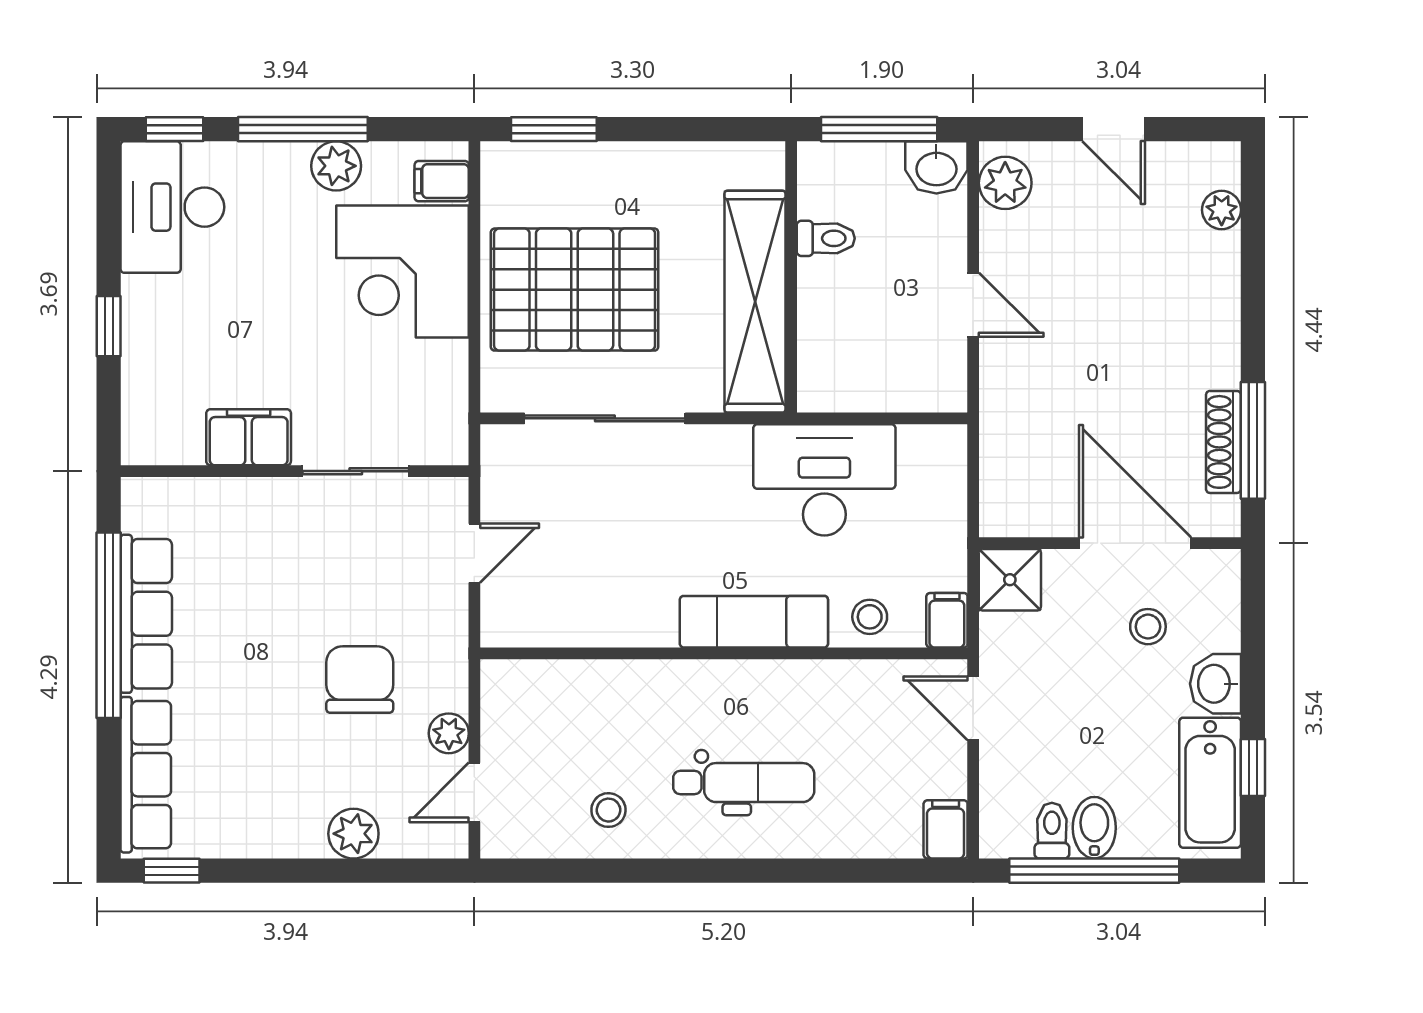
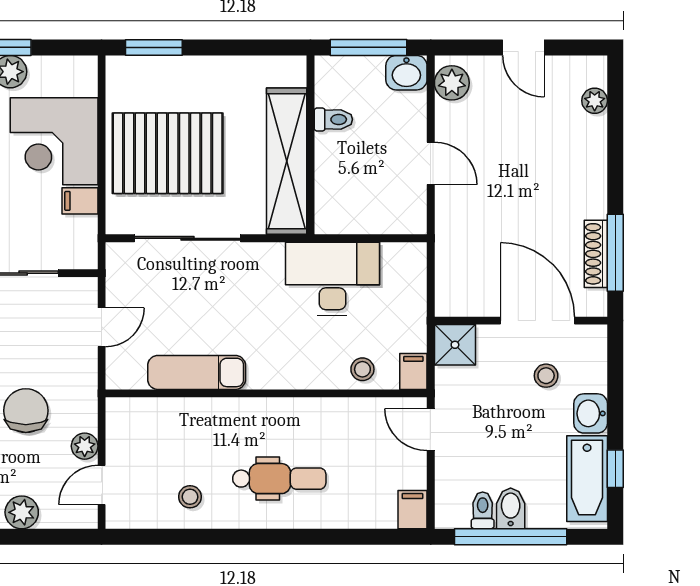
filing cabinet: (442, 181) -> (80, 201), moved
exam couch: (754, 622) -> (197, 372), moved

